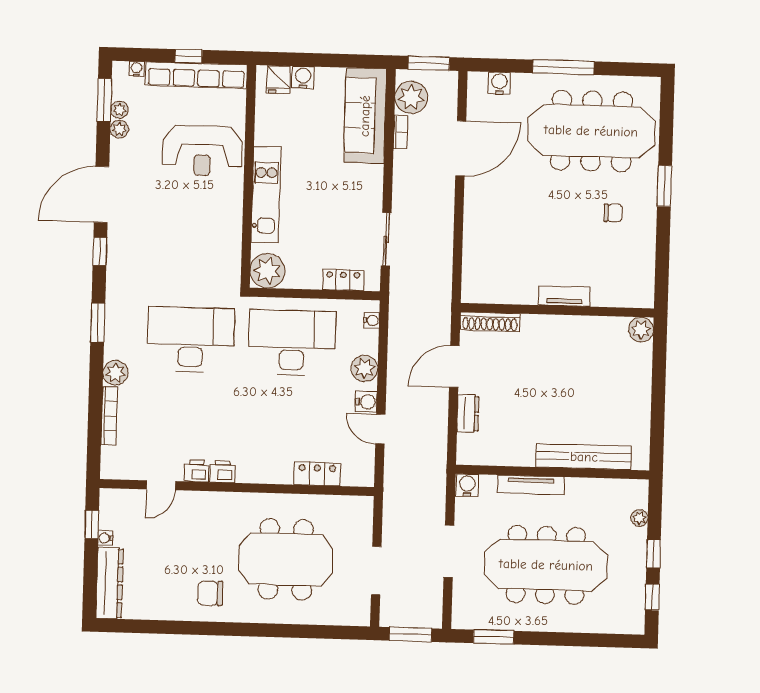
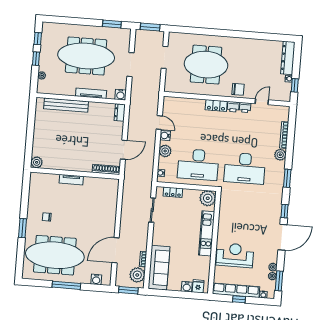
dresser: (468, 413) -> (120, 112), moved
locker: (317, 474) -> (216, 106), moved
chair: (210, 593) -> (238, 89), moved

